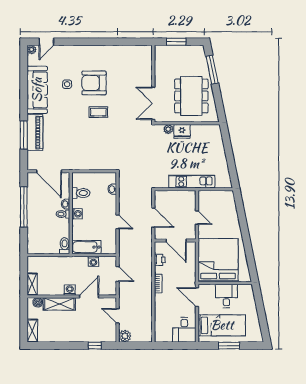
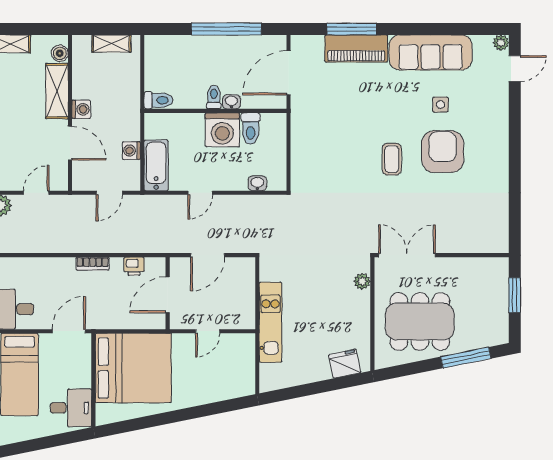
door: (46, 42) -> (515, 69), swing flipped
fridge: (182, 131) -> (345, 364), moved, turned 79
washing machine: (77, 214) -> (222, 130), width x1.89, depth x1.89
bathtub: (86, 247) -> (156, 165), moved
shelving: (32, 284) -> (111, 44), moved
desk: (226, 296) -> (71, 408), moved

